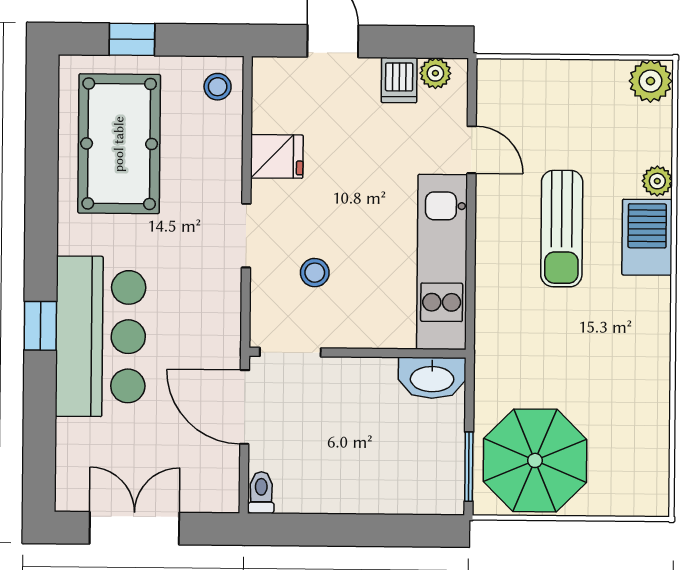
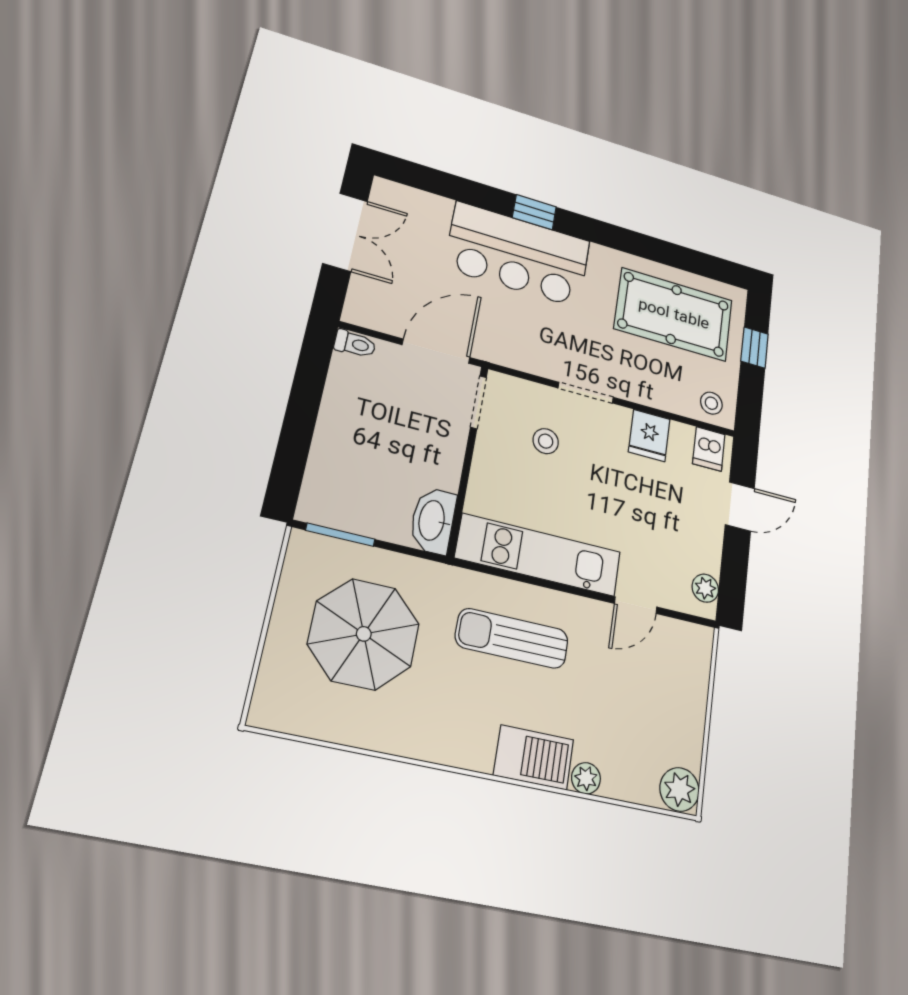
dishwasher: (399, 80) -> (709, 449), moved, turned -90
sun lounger: (562, 229) -> (512, 638), moved
parasol: (535, 460) -> (364, 634), moved

